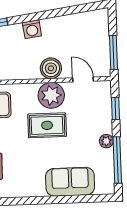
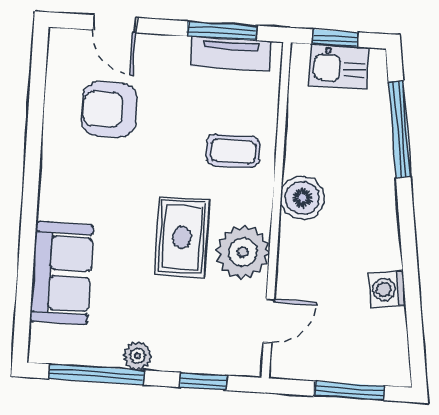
washing machine: (32, 29) -> (387, 289), moved
window: (114, 52) -> (349, 391), moved
boiler: (51, 68) -> (302, 198), moved

